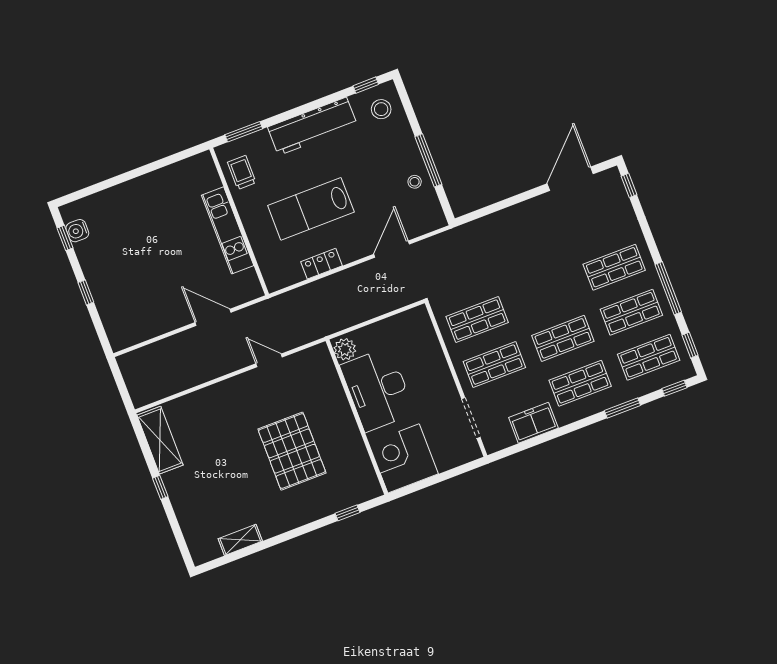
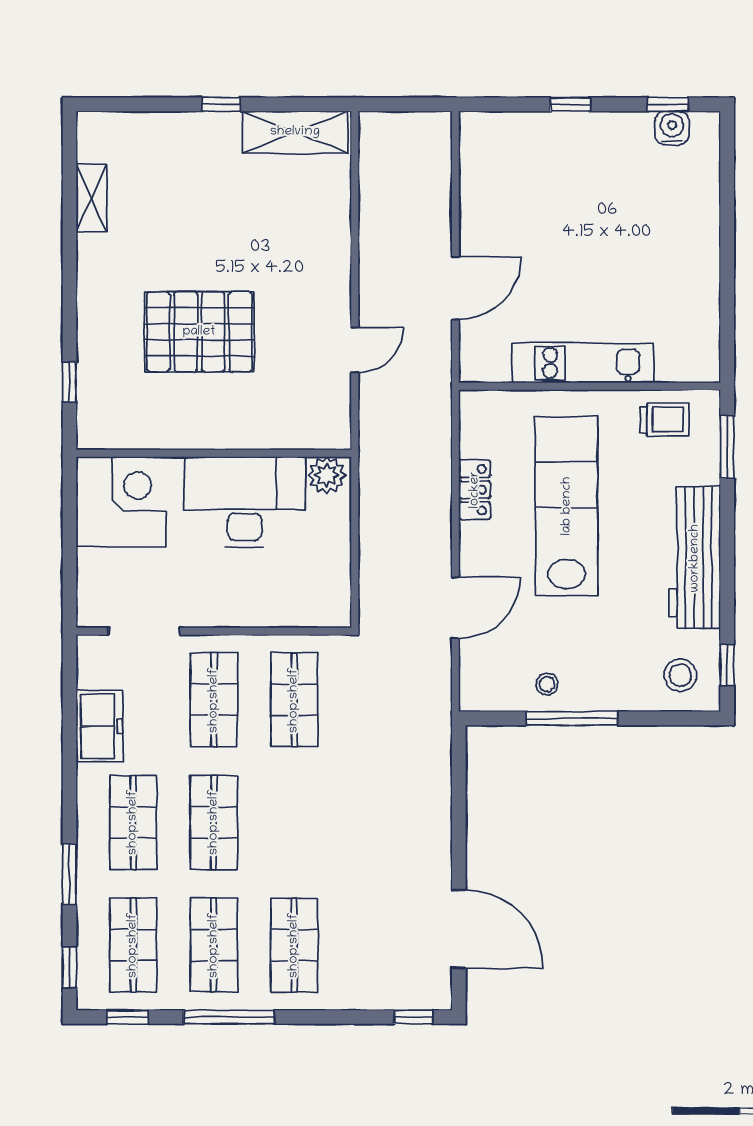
lab bench: (311, 209) -> (567, 506), width x1.36
door: (392, 249) -> (455, 608), hinge flipped

